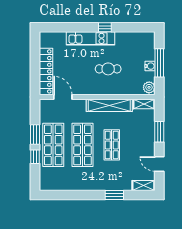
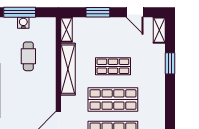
cafe table: (108, 69) -> (28, 56), moved
plant: (149, 87) -> (48, 24), removed
door: (159, 164) -> (135, 12), hinge flipped

